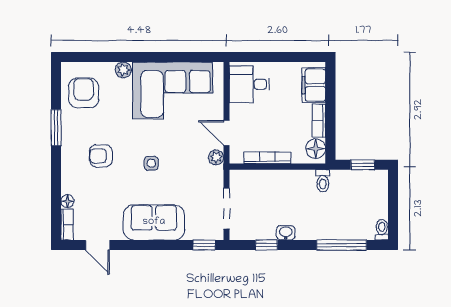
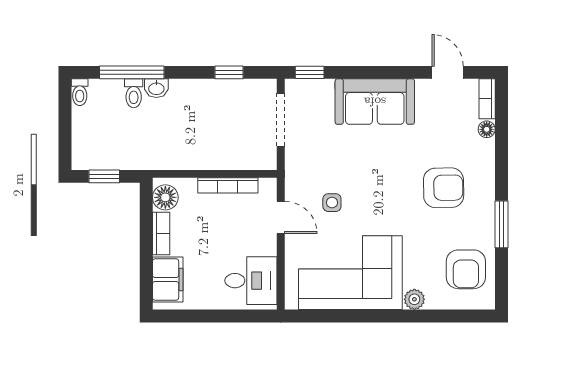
armchair: (101, 156) -> (444, 188), width x1.38, depth x1.38
plant: (216, 157) -> (294, 186), removed
side table: (151, 163) -> (332, 203), moved
toilet: (323, 181) -> (134, 93), moved, turned 180
washbasin: (286, 233) -> (156, 88), moved

